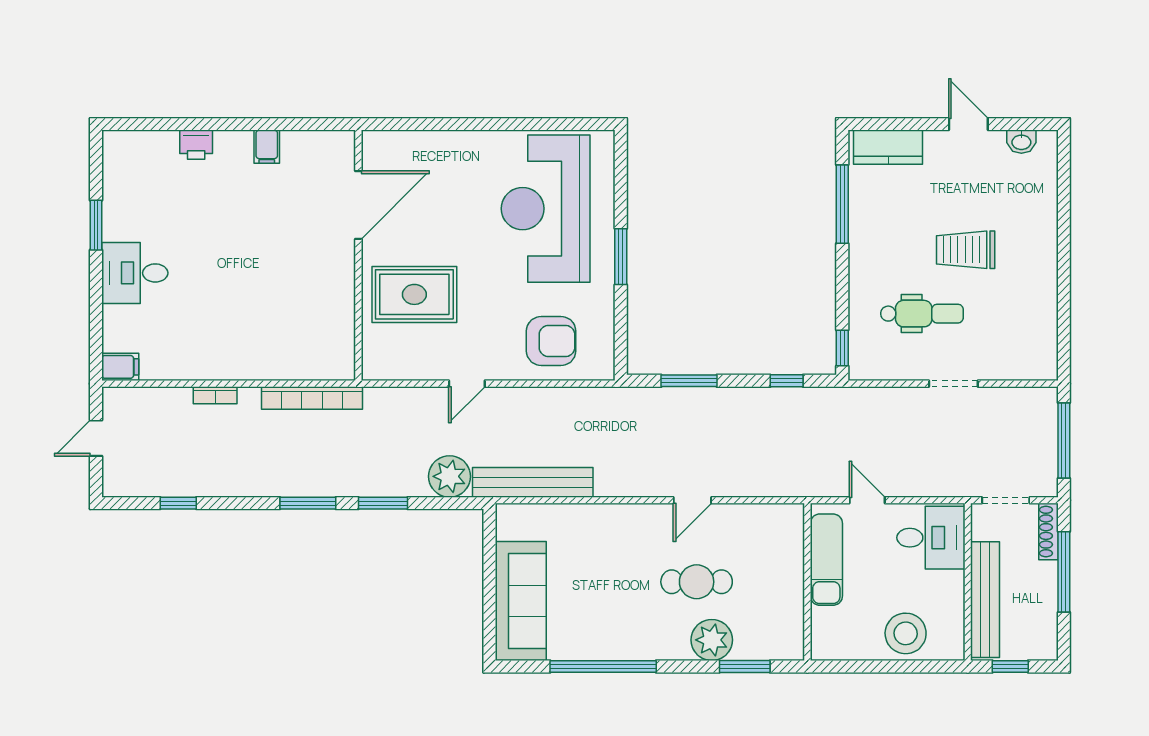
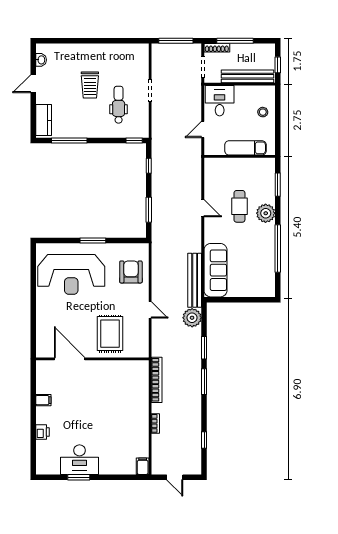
desk: (135, 273) -> (79, 460), moved, width x1.37
exam couch: (826, 560) -> (245, 148), moved
sofa: (521, 601) -> (215, 270), moved, turned 90
stool: (906, 633) -> (263, 112), width x0.53, depth x0.53
plant: (712, 640) -> (266, 213), moved

